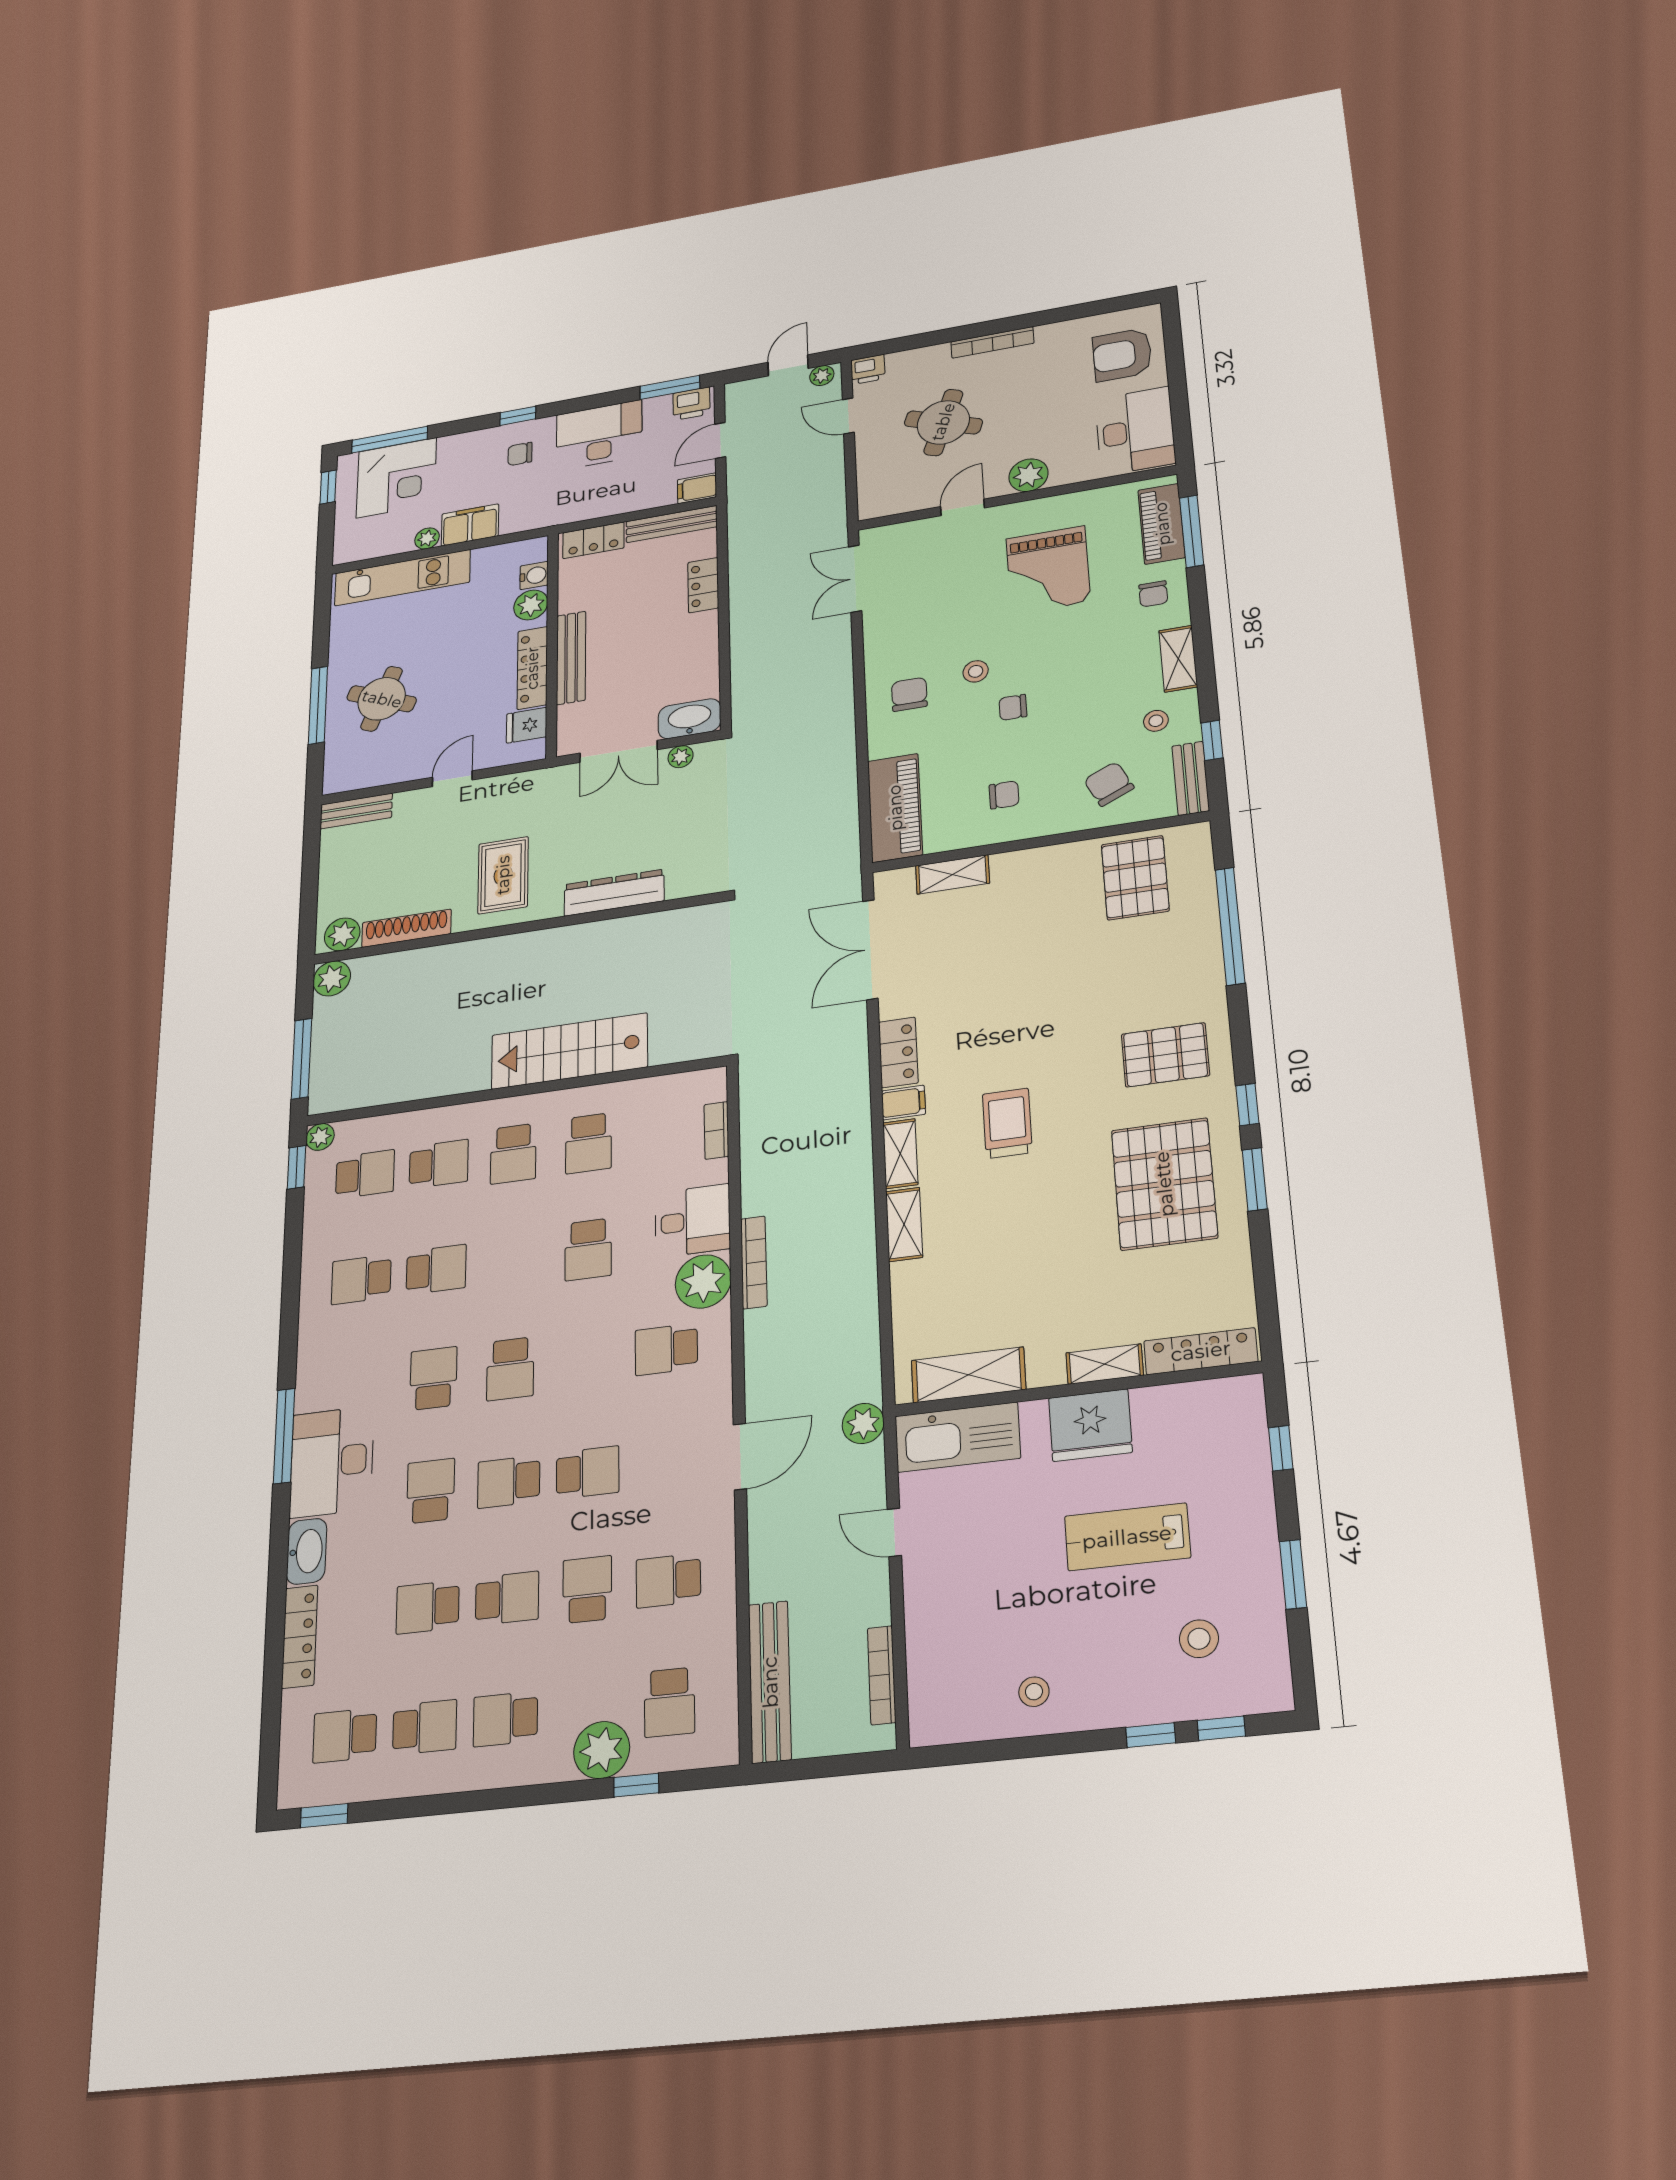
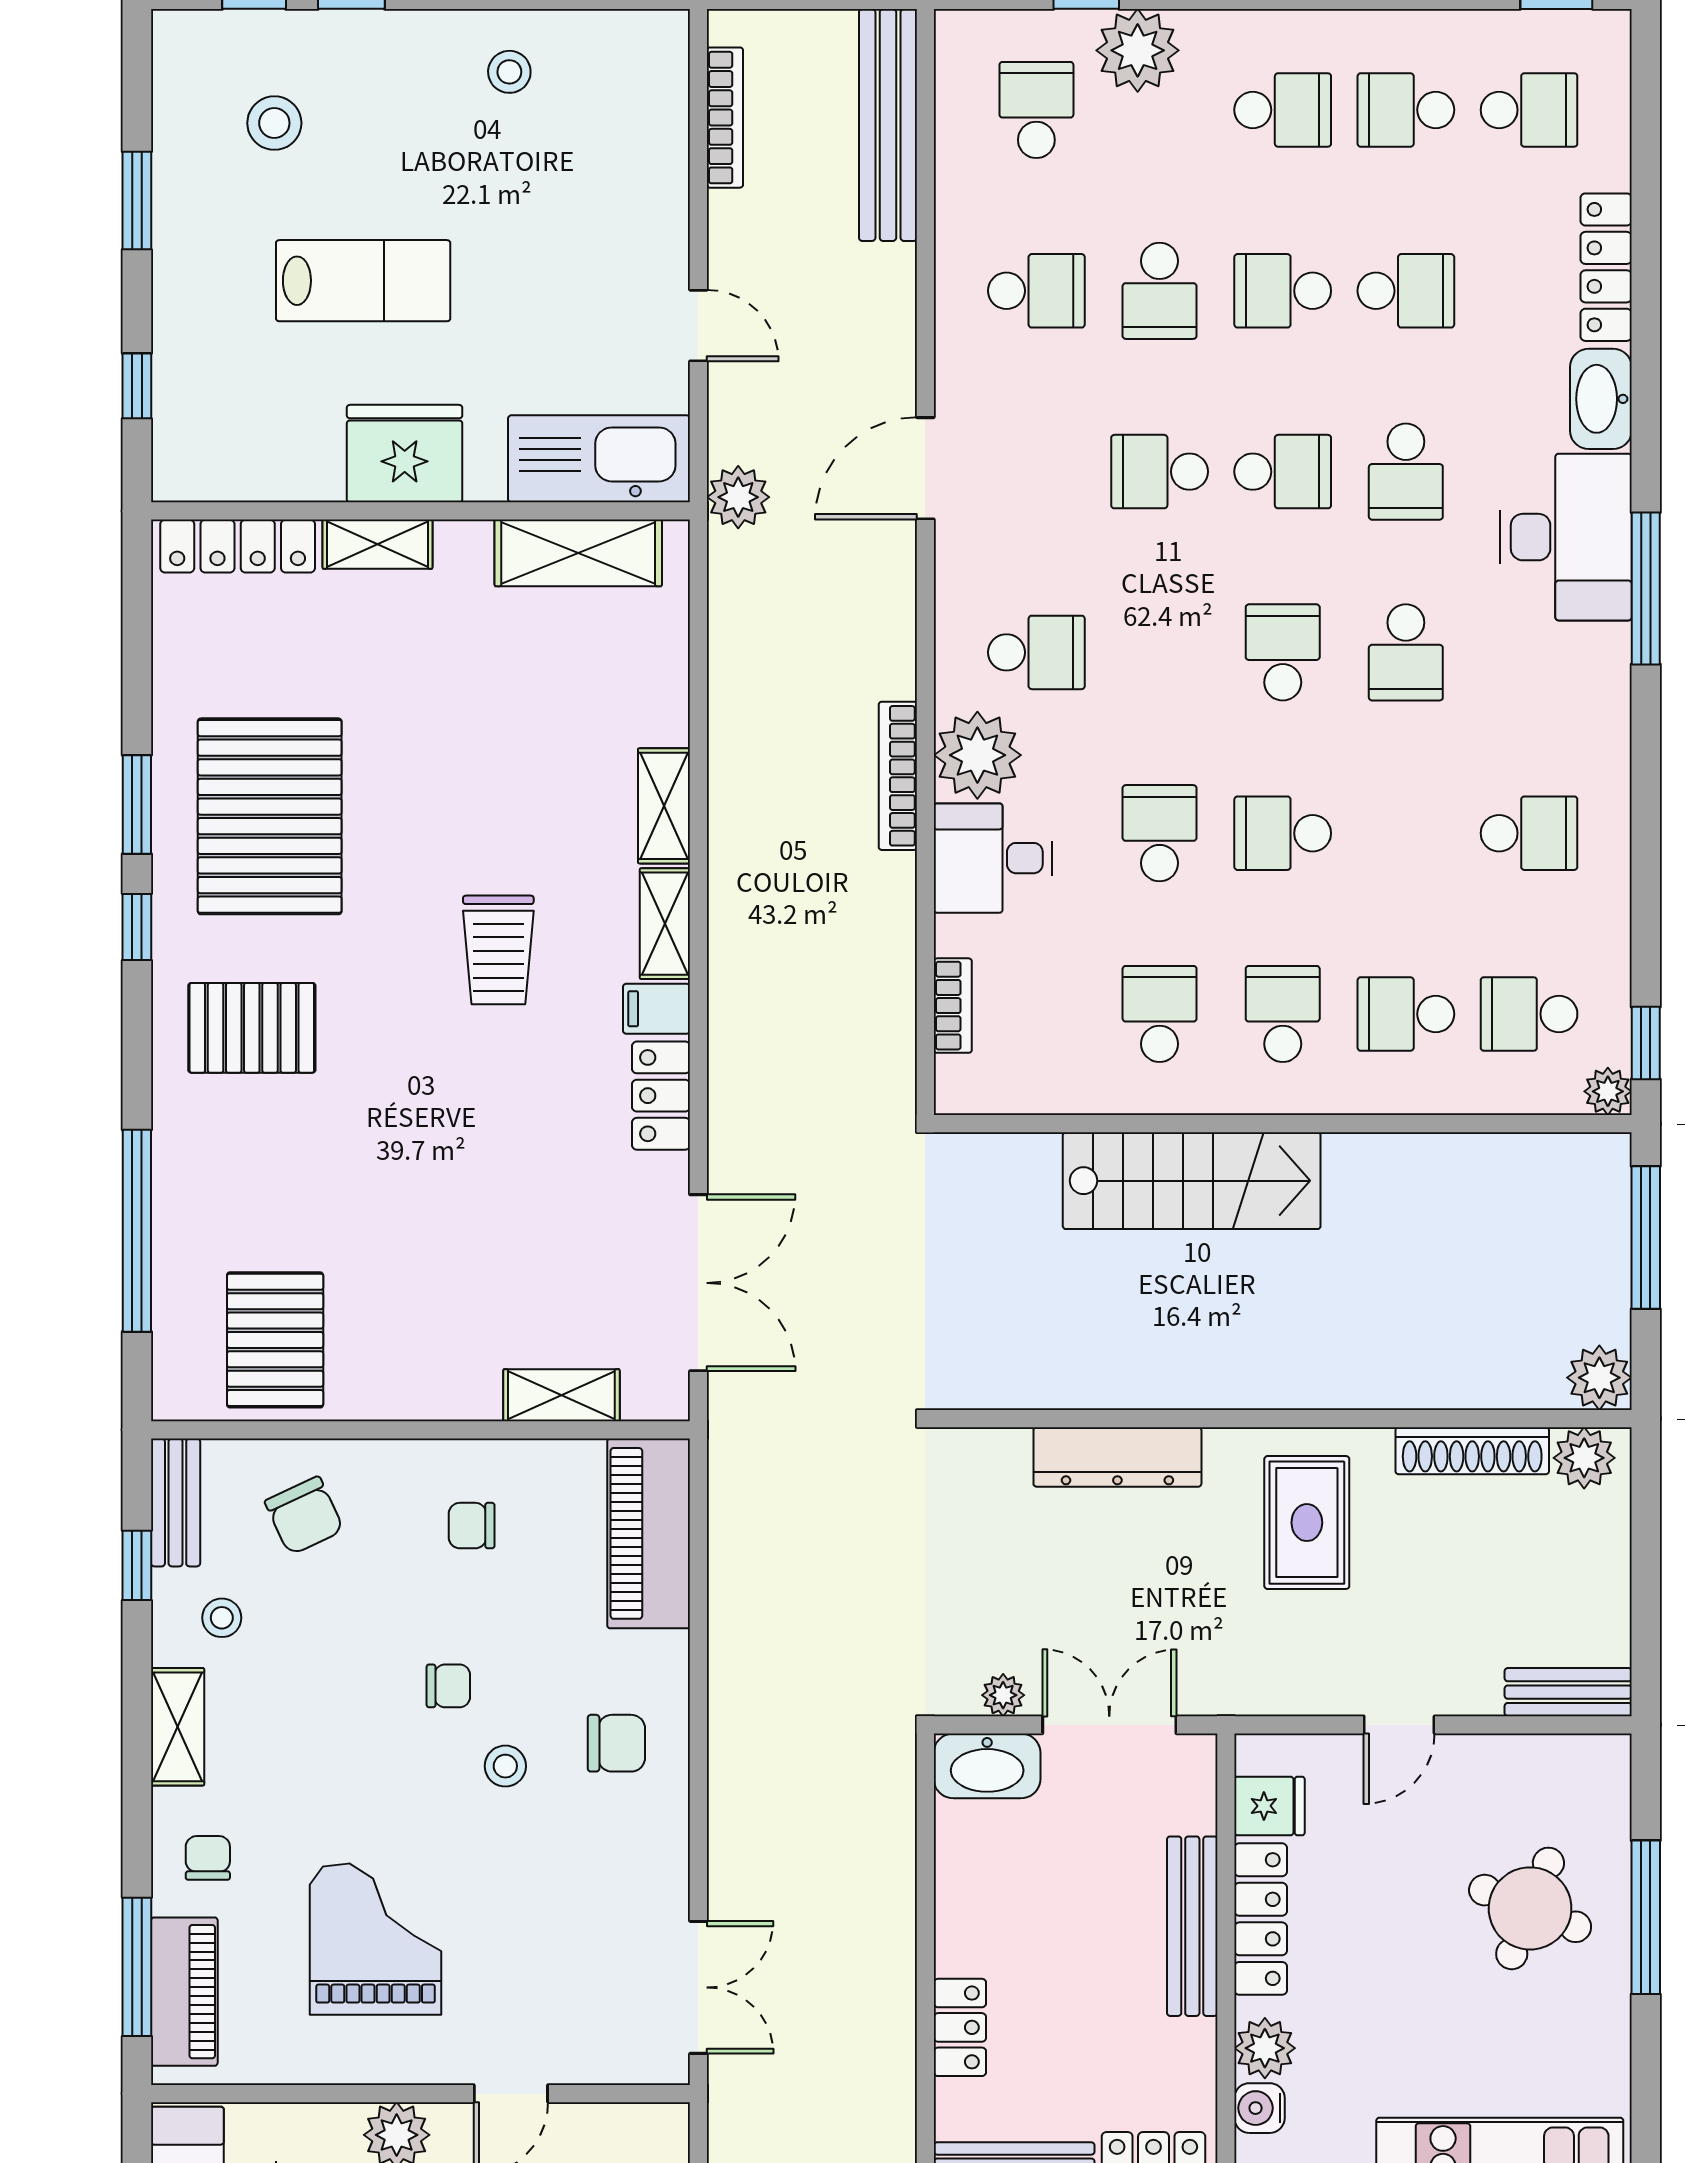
chair: (909, 694) -> (616, 1743), turned -90
school desk: (436, 1270) -> (1283, 833), moved

